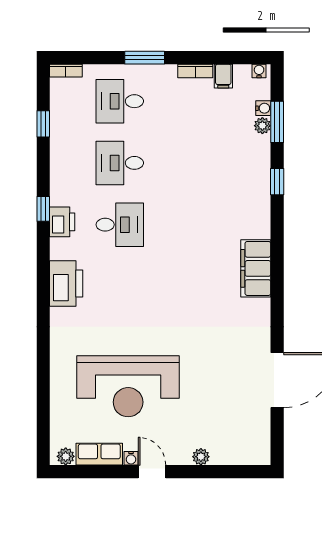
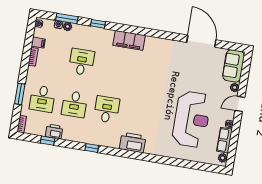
window: (145, 58) -> (20, 94), moved
desk: (201, 163) -> (82, 62), added
printer: (62, 222) -> (54, 132), moved
filing cabinet: (256, 268) -> (129, 40), moved
sofa: (241, 448) -> (234, 66), added
door: (152, 472) -> (240, 104), moved

